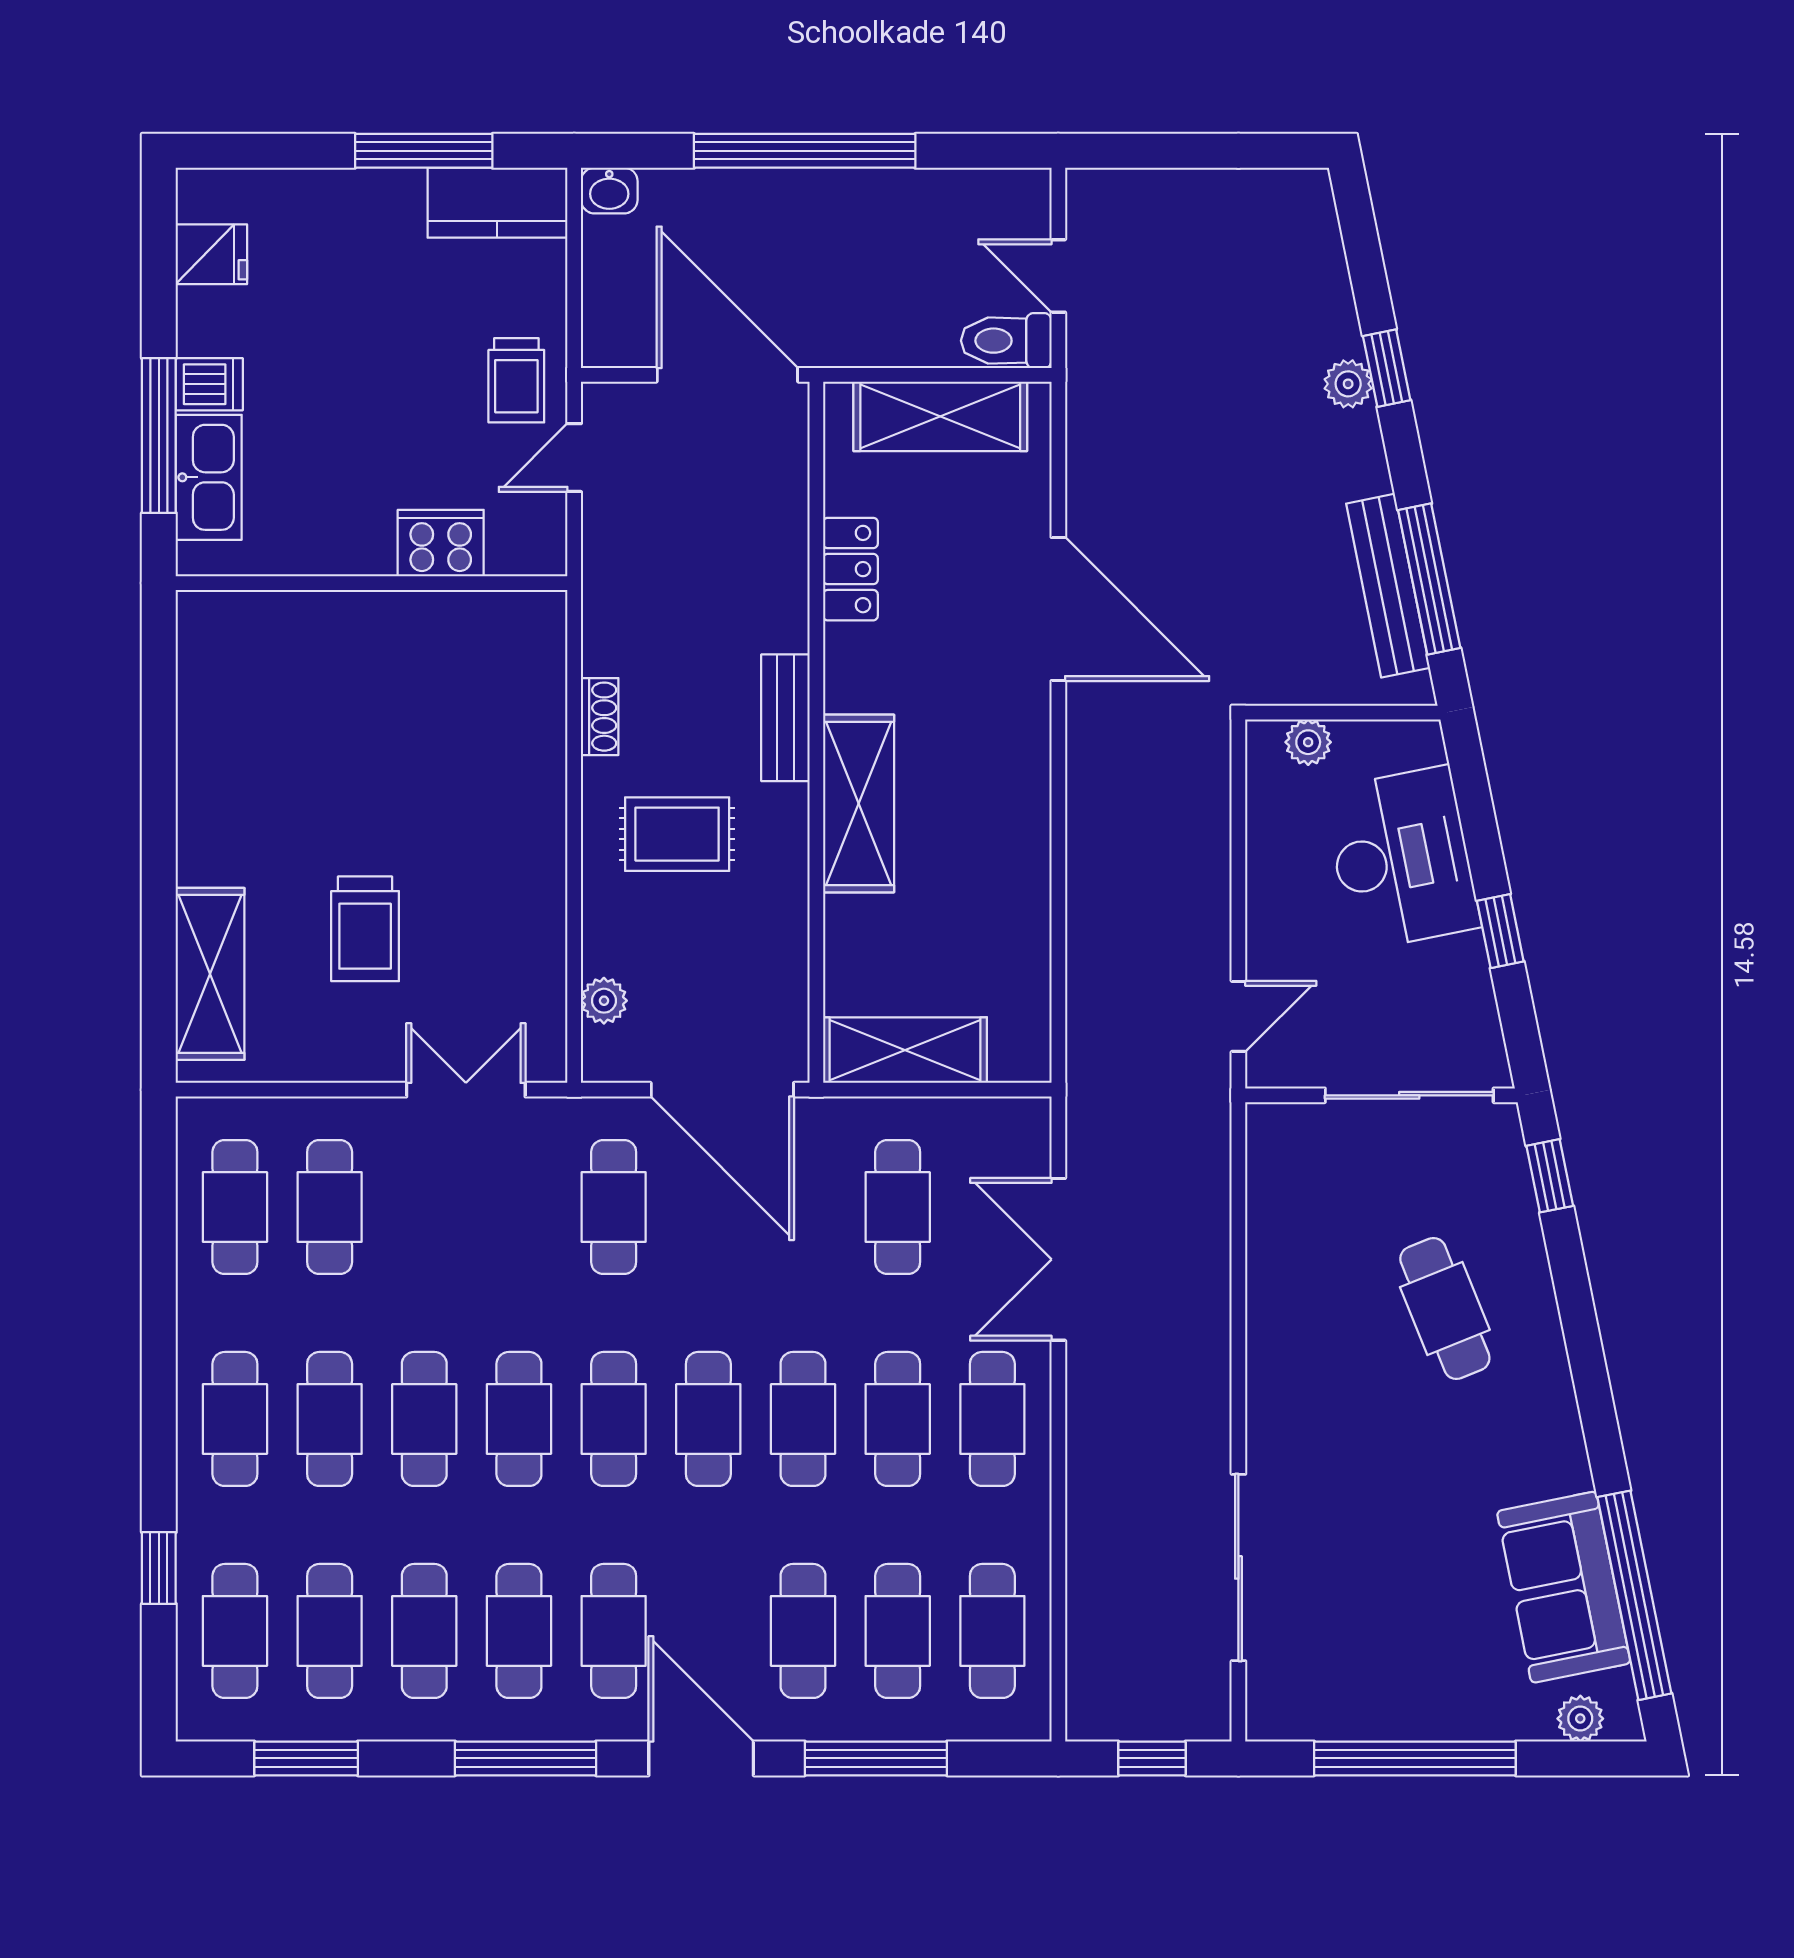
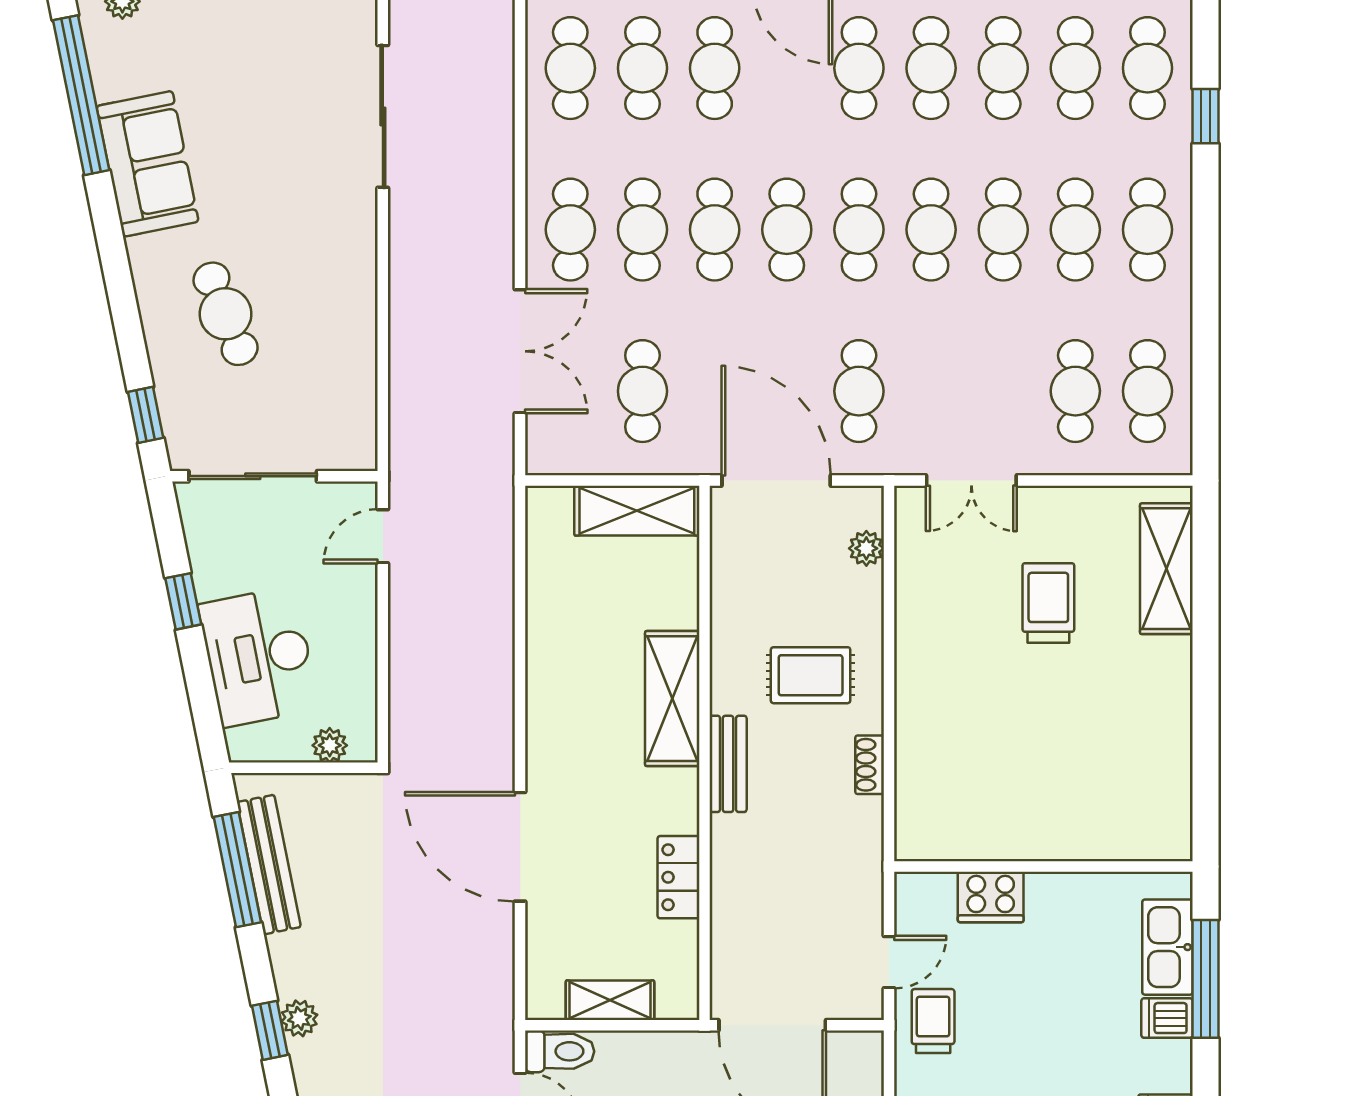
shelving: (940, 416) -> (610, 1000), width x0.67, depth x0.75
sofa: (1564, 1587) -> (148, 164), moved

